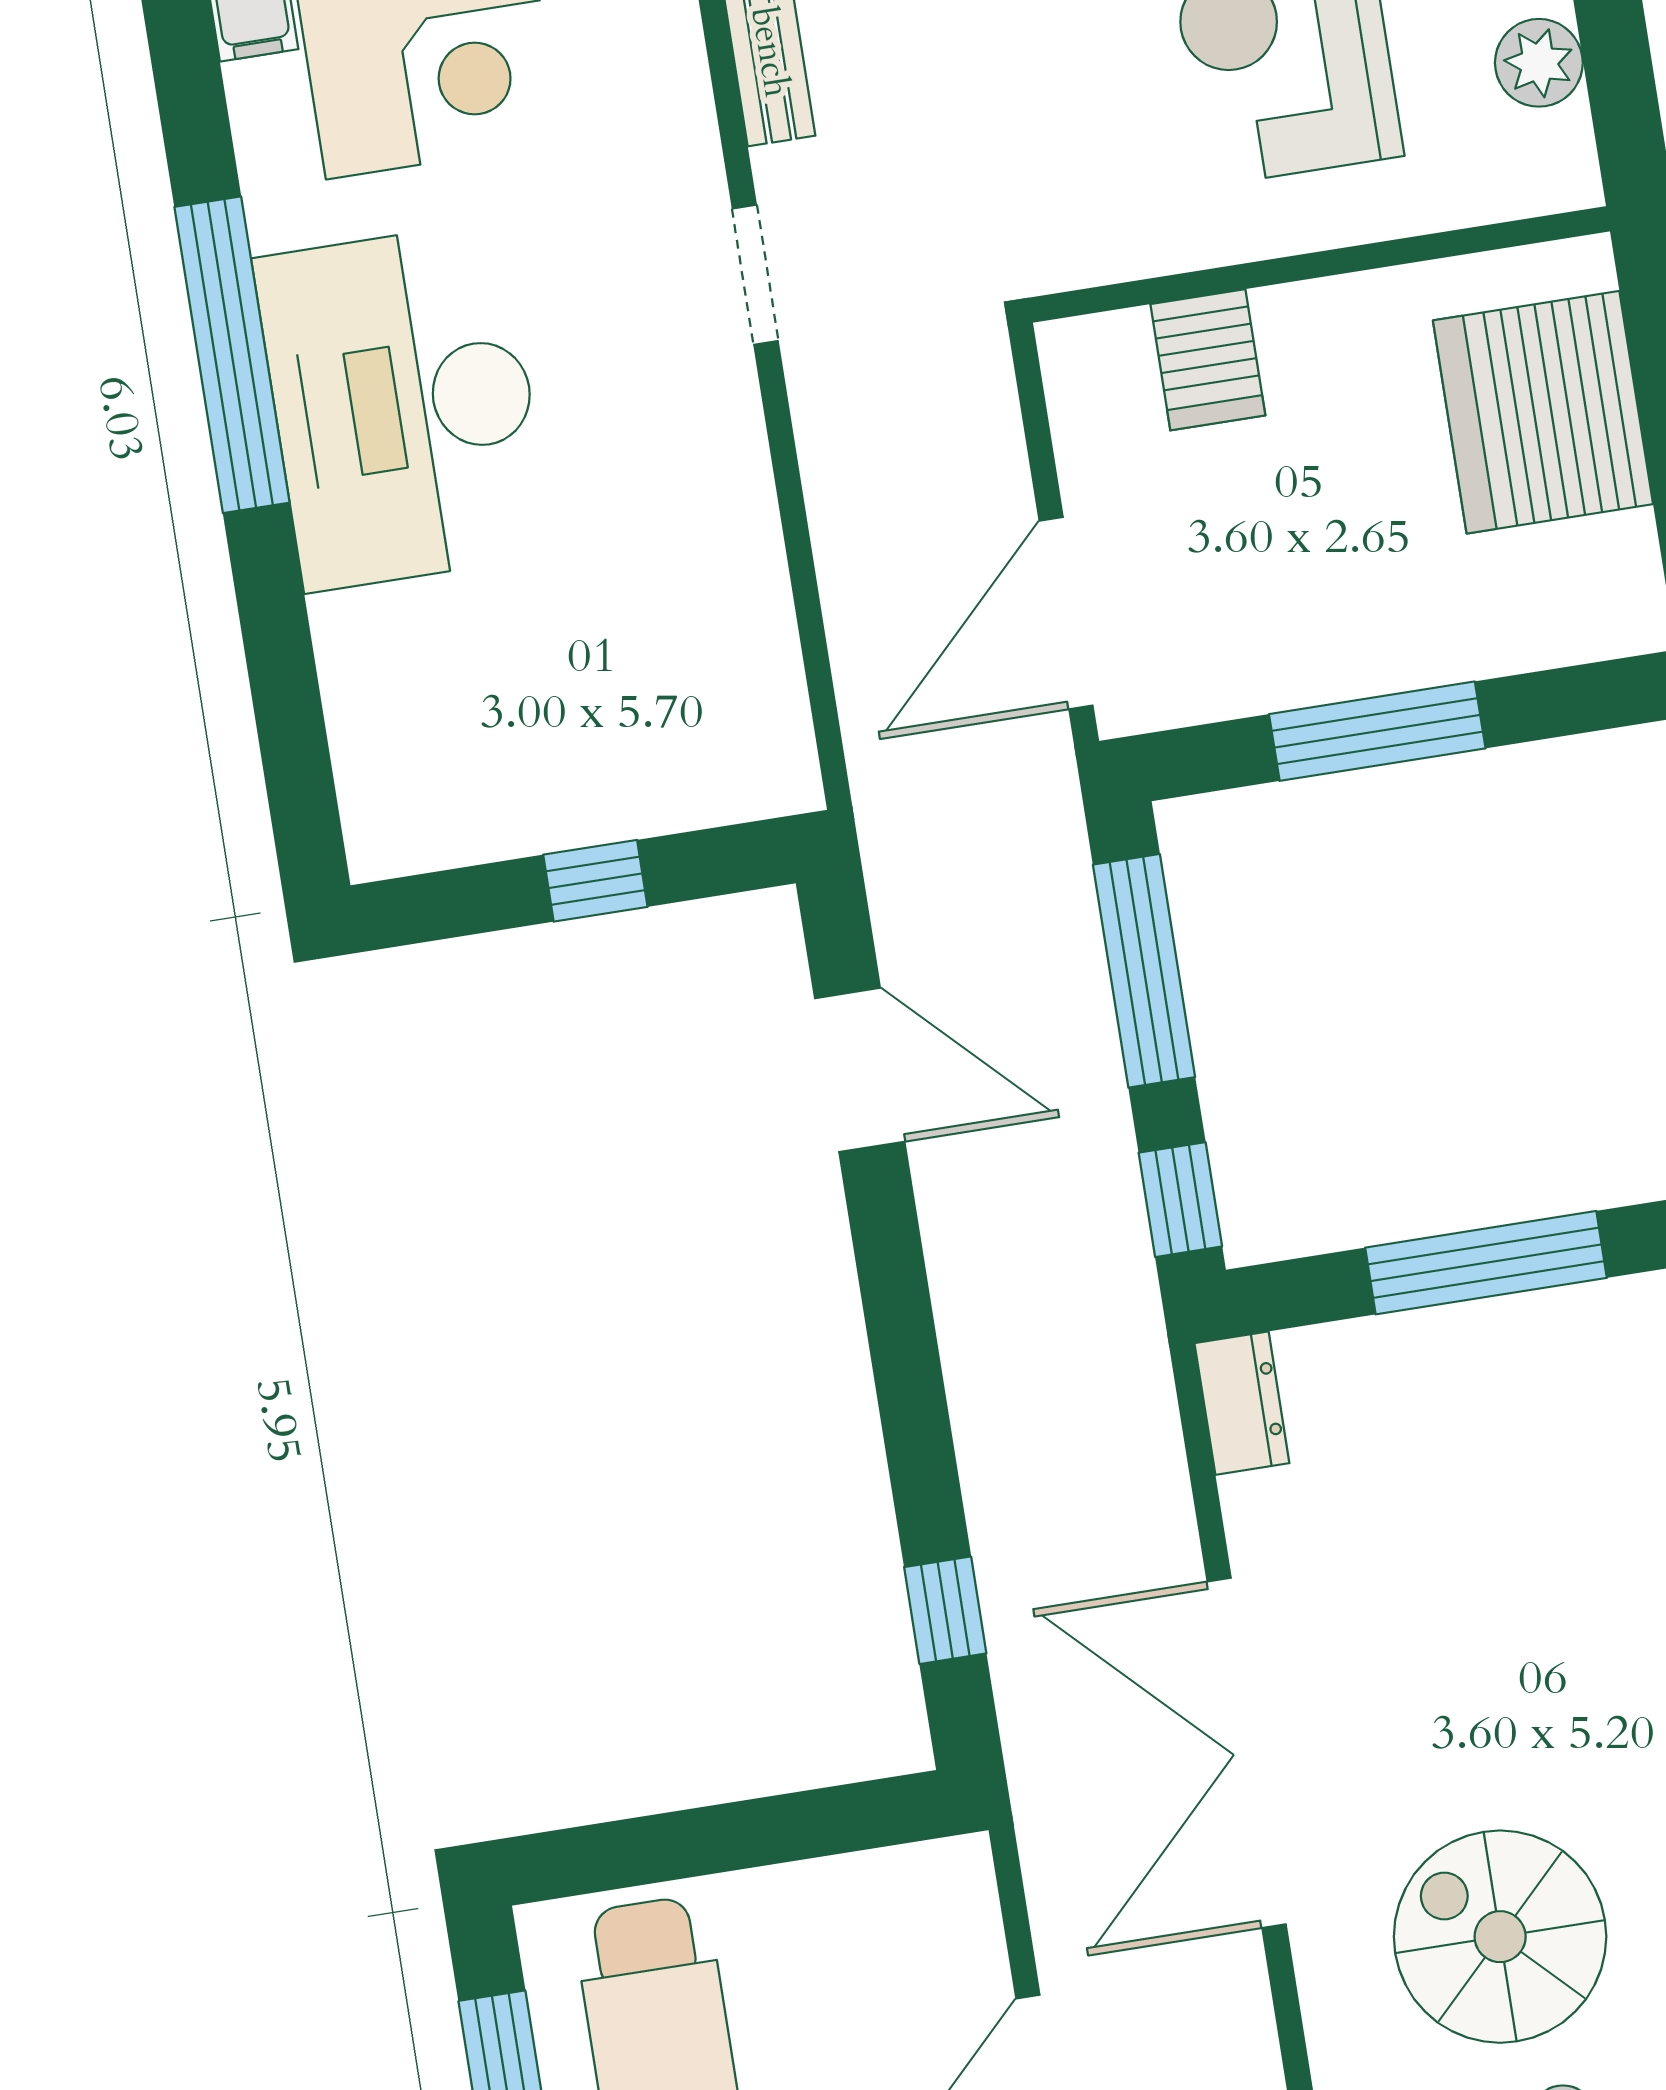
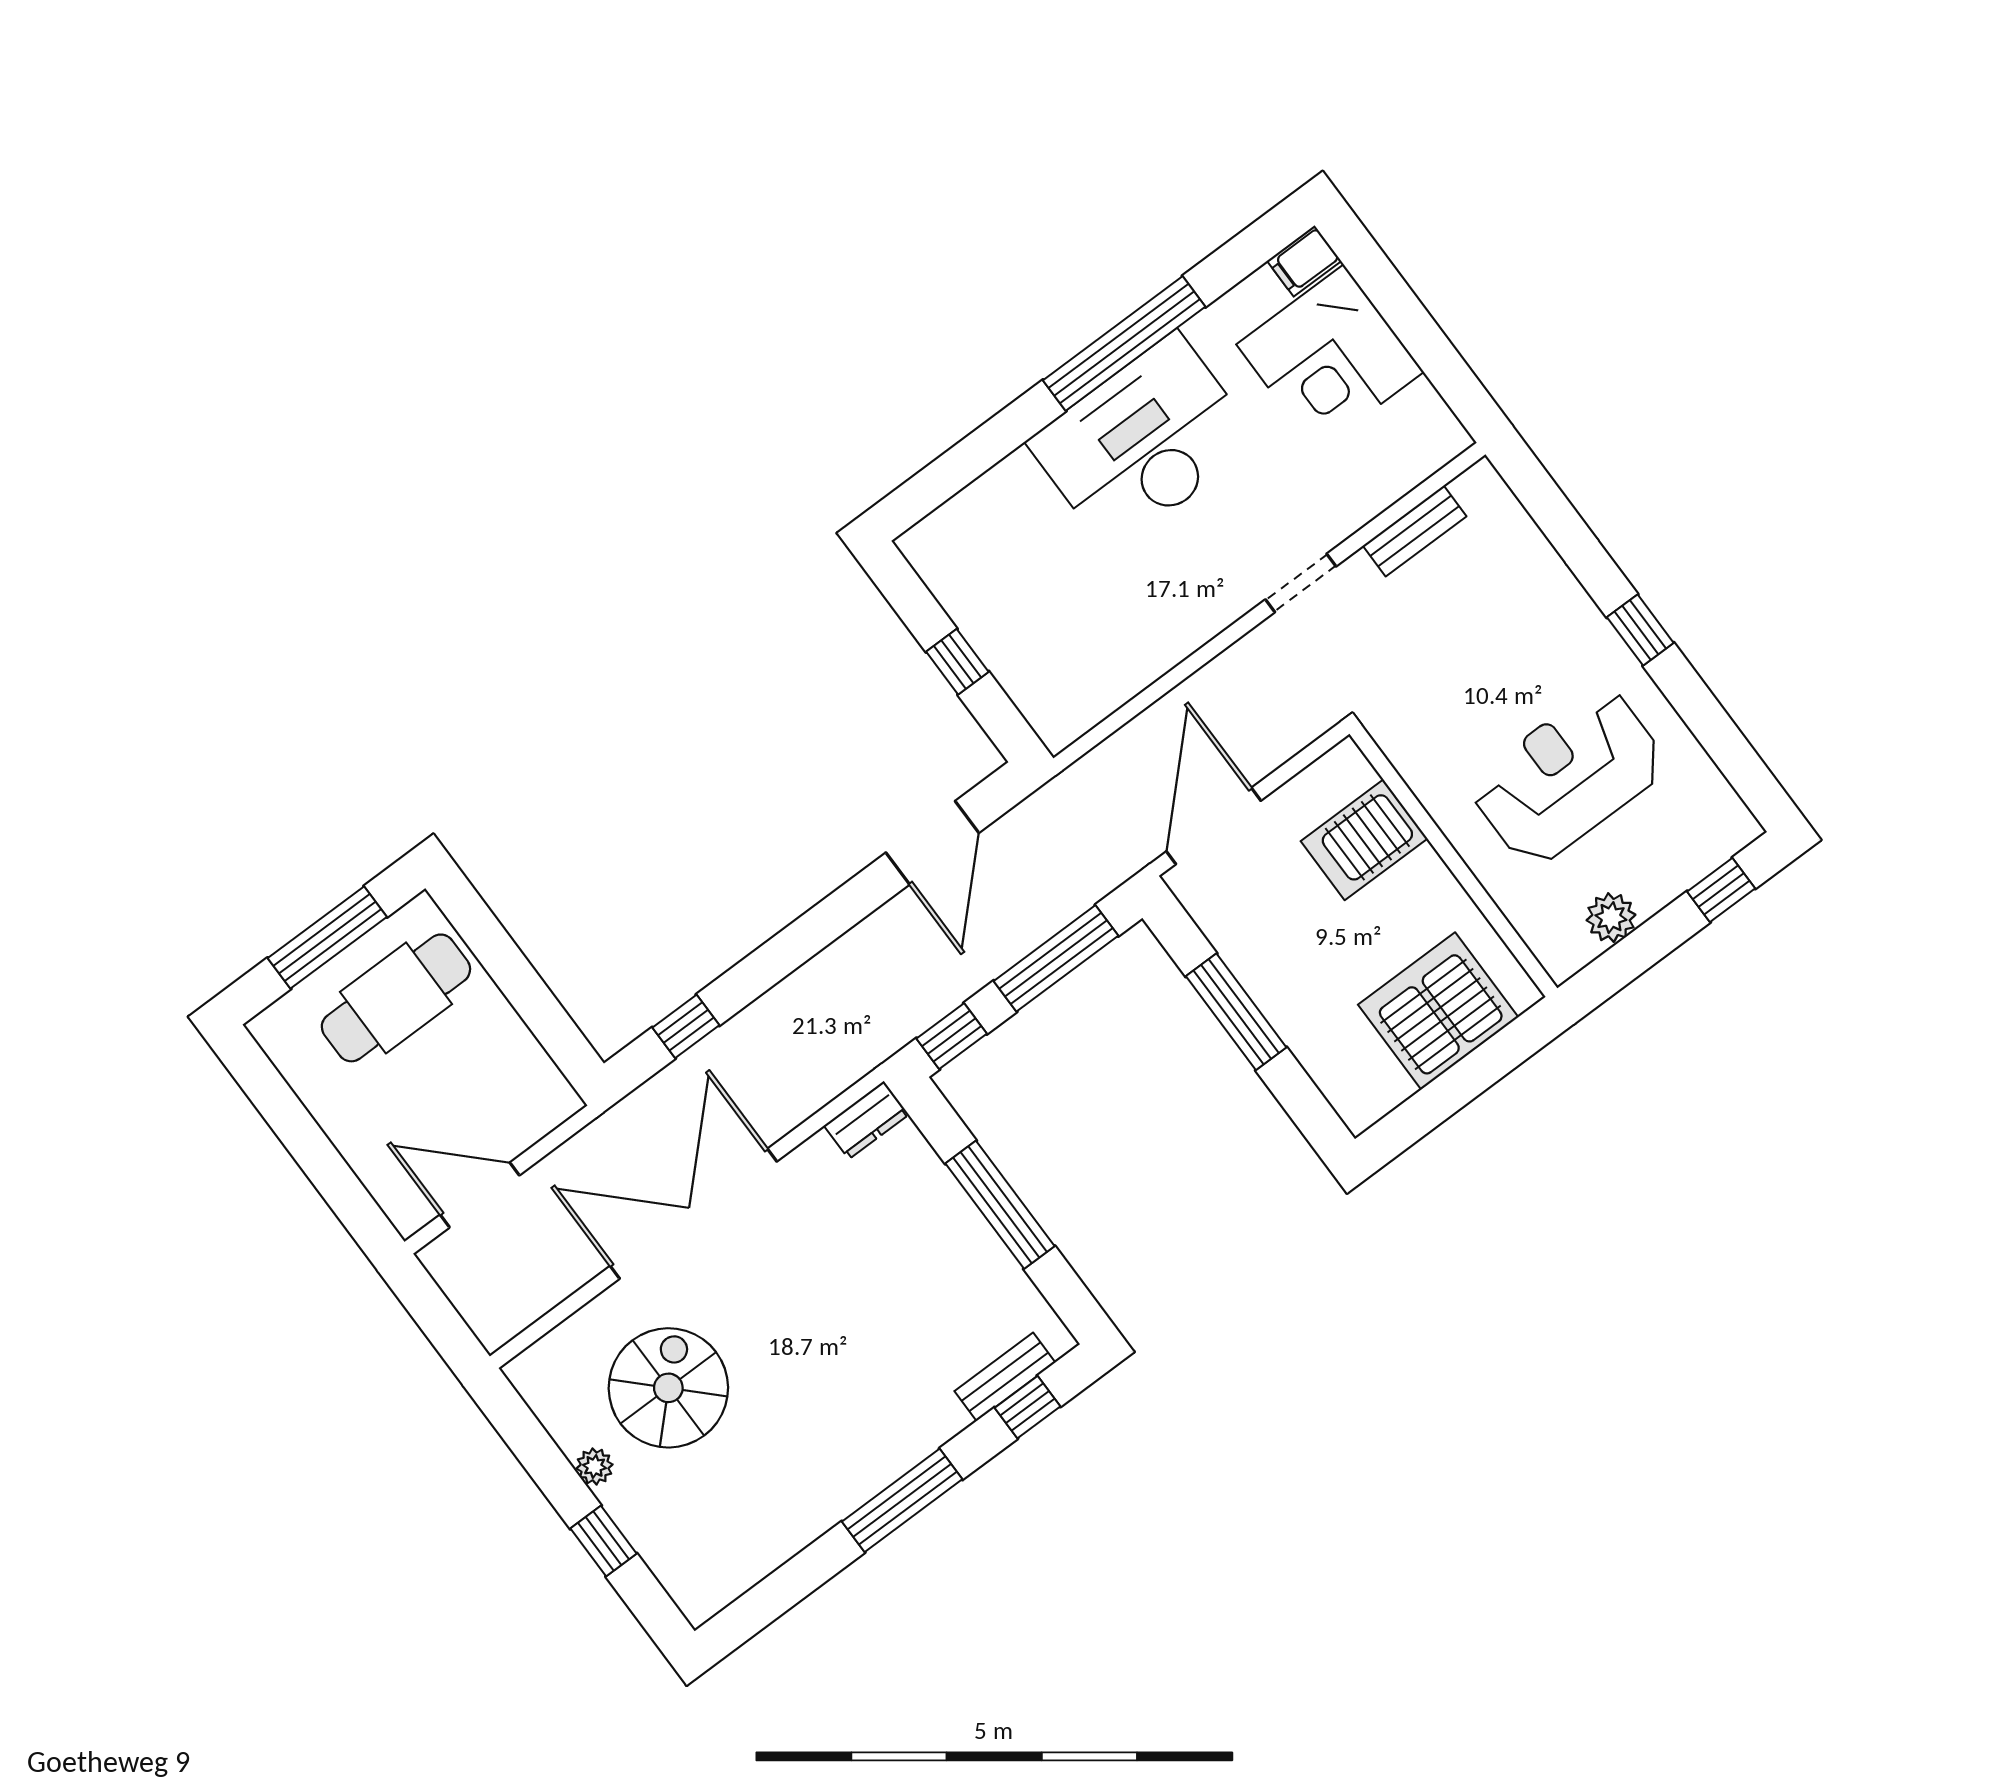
server rack: (1208, 360) -> (1364, 840), width x1.36, depth x1.44
door: (1066, 613) -> (1214, 826), hinge flipped

